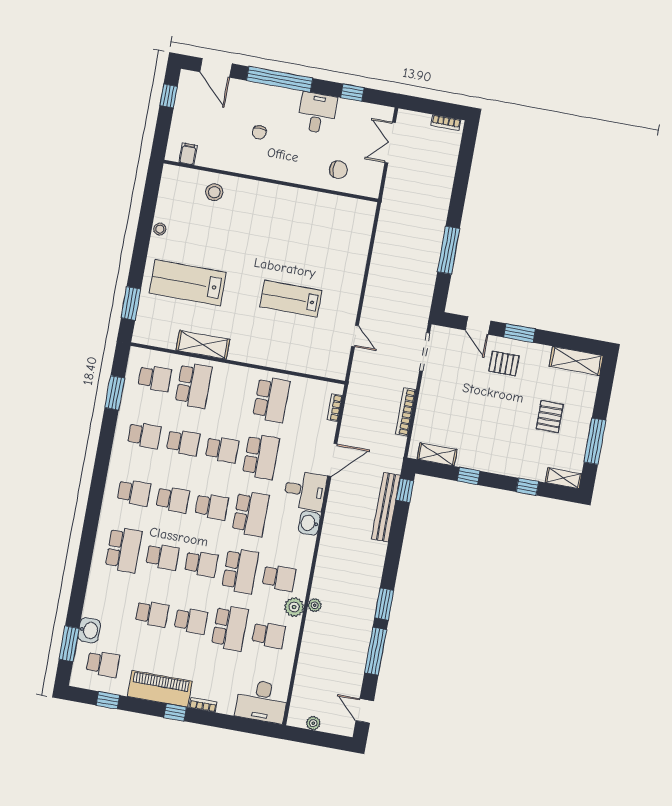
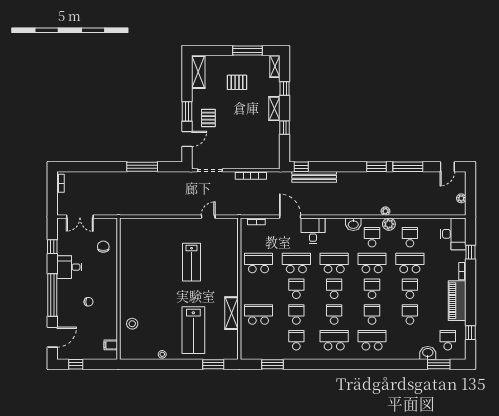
school desk: (155, 378) -> (258, 340), removed
shelving: (437, 454) -> (274, 109), moved
school desk: (134, 492) -> (334, 340), width x1.85
washbasin: (309, 523) -> (353, 224), moved
window: (175, 712) -> (470, 252), moved

